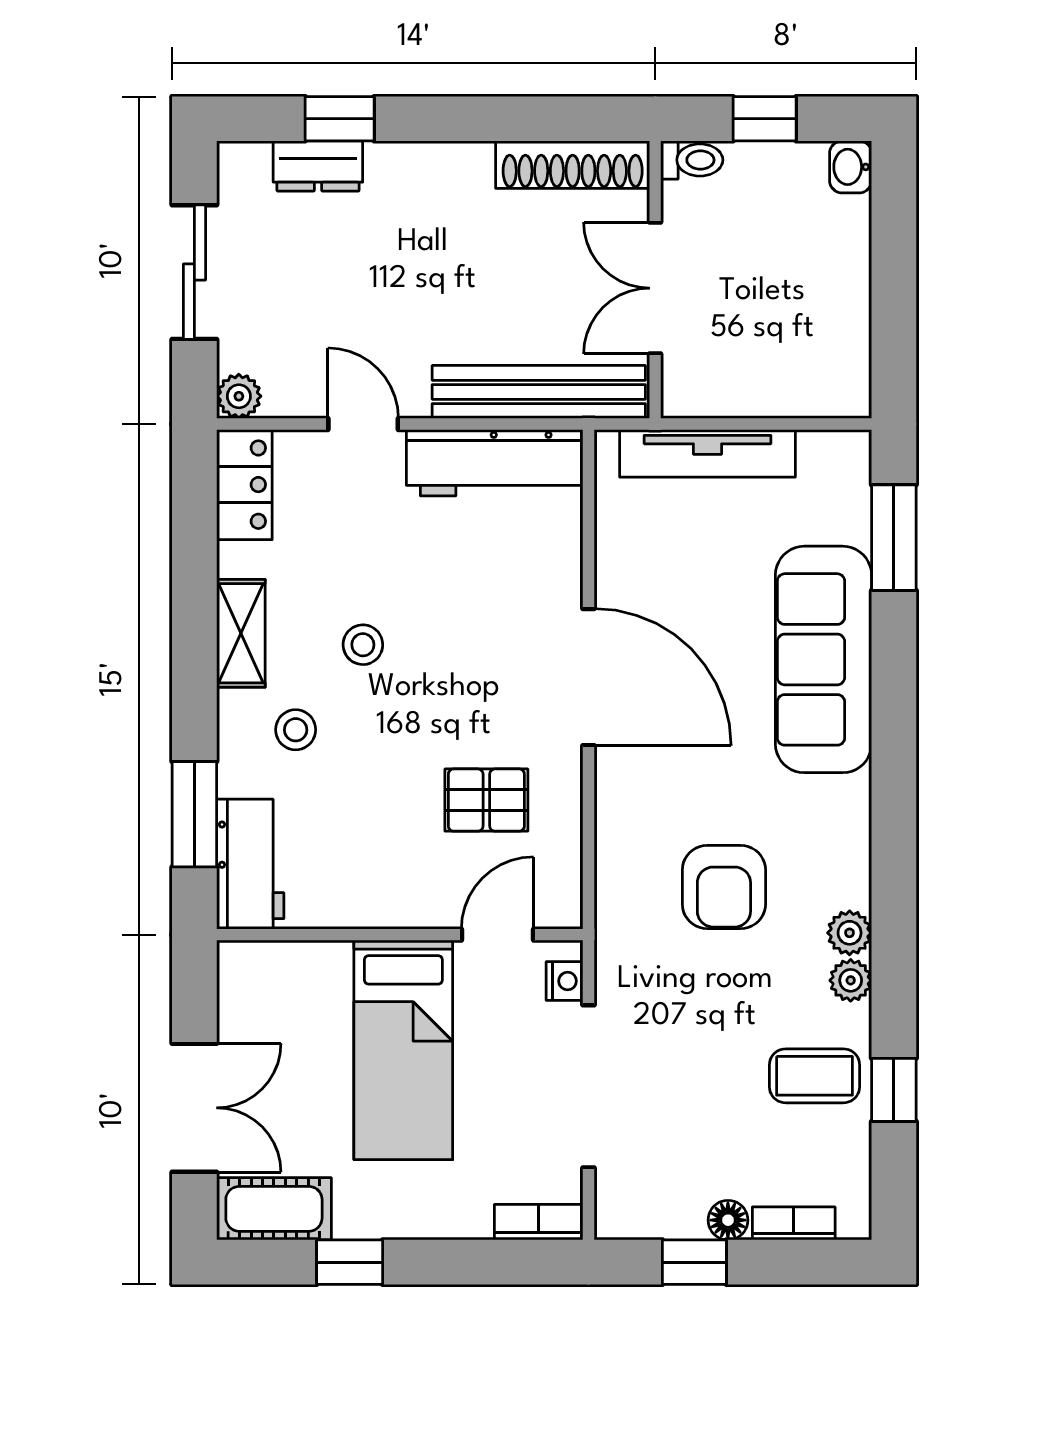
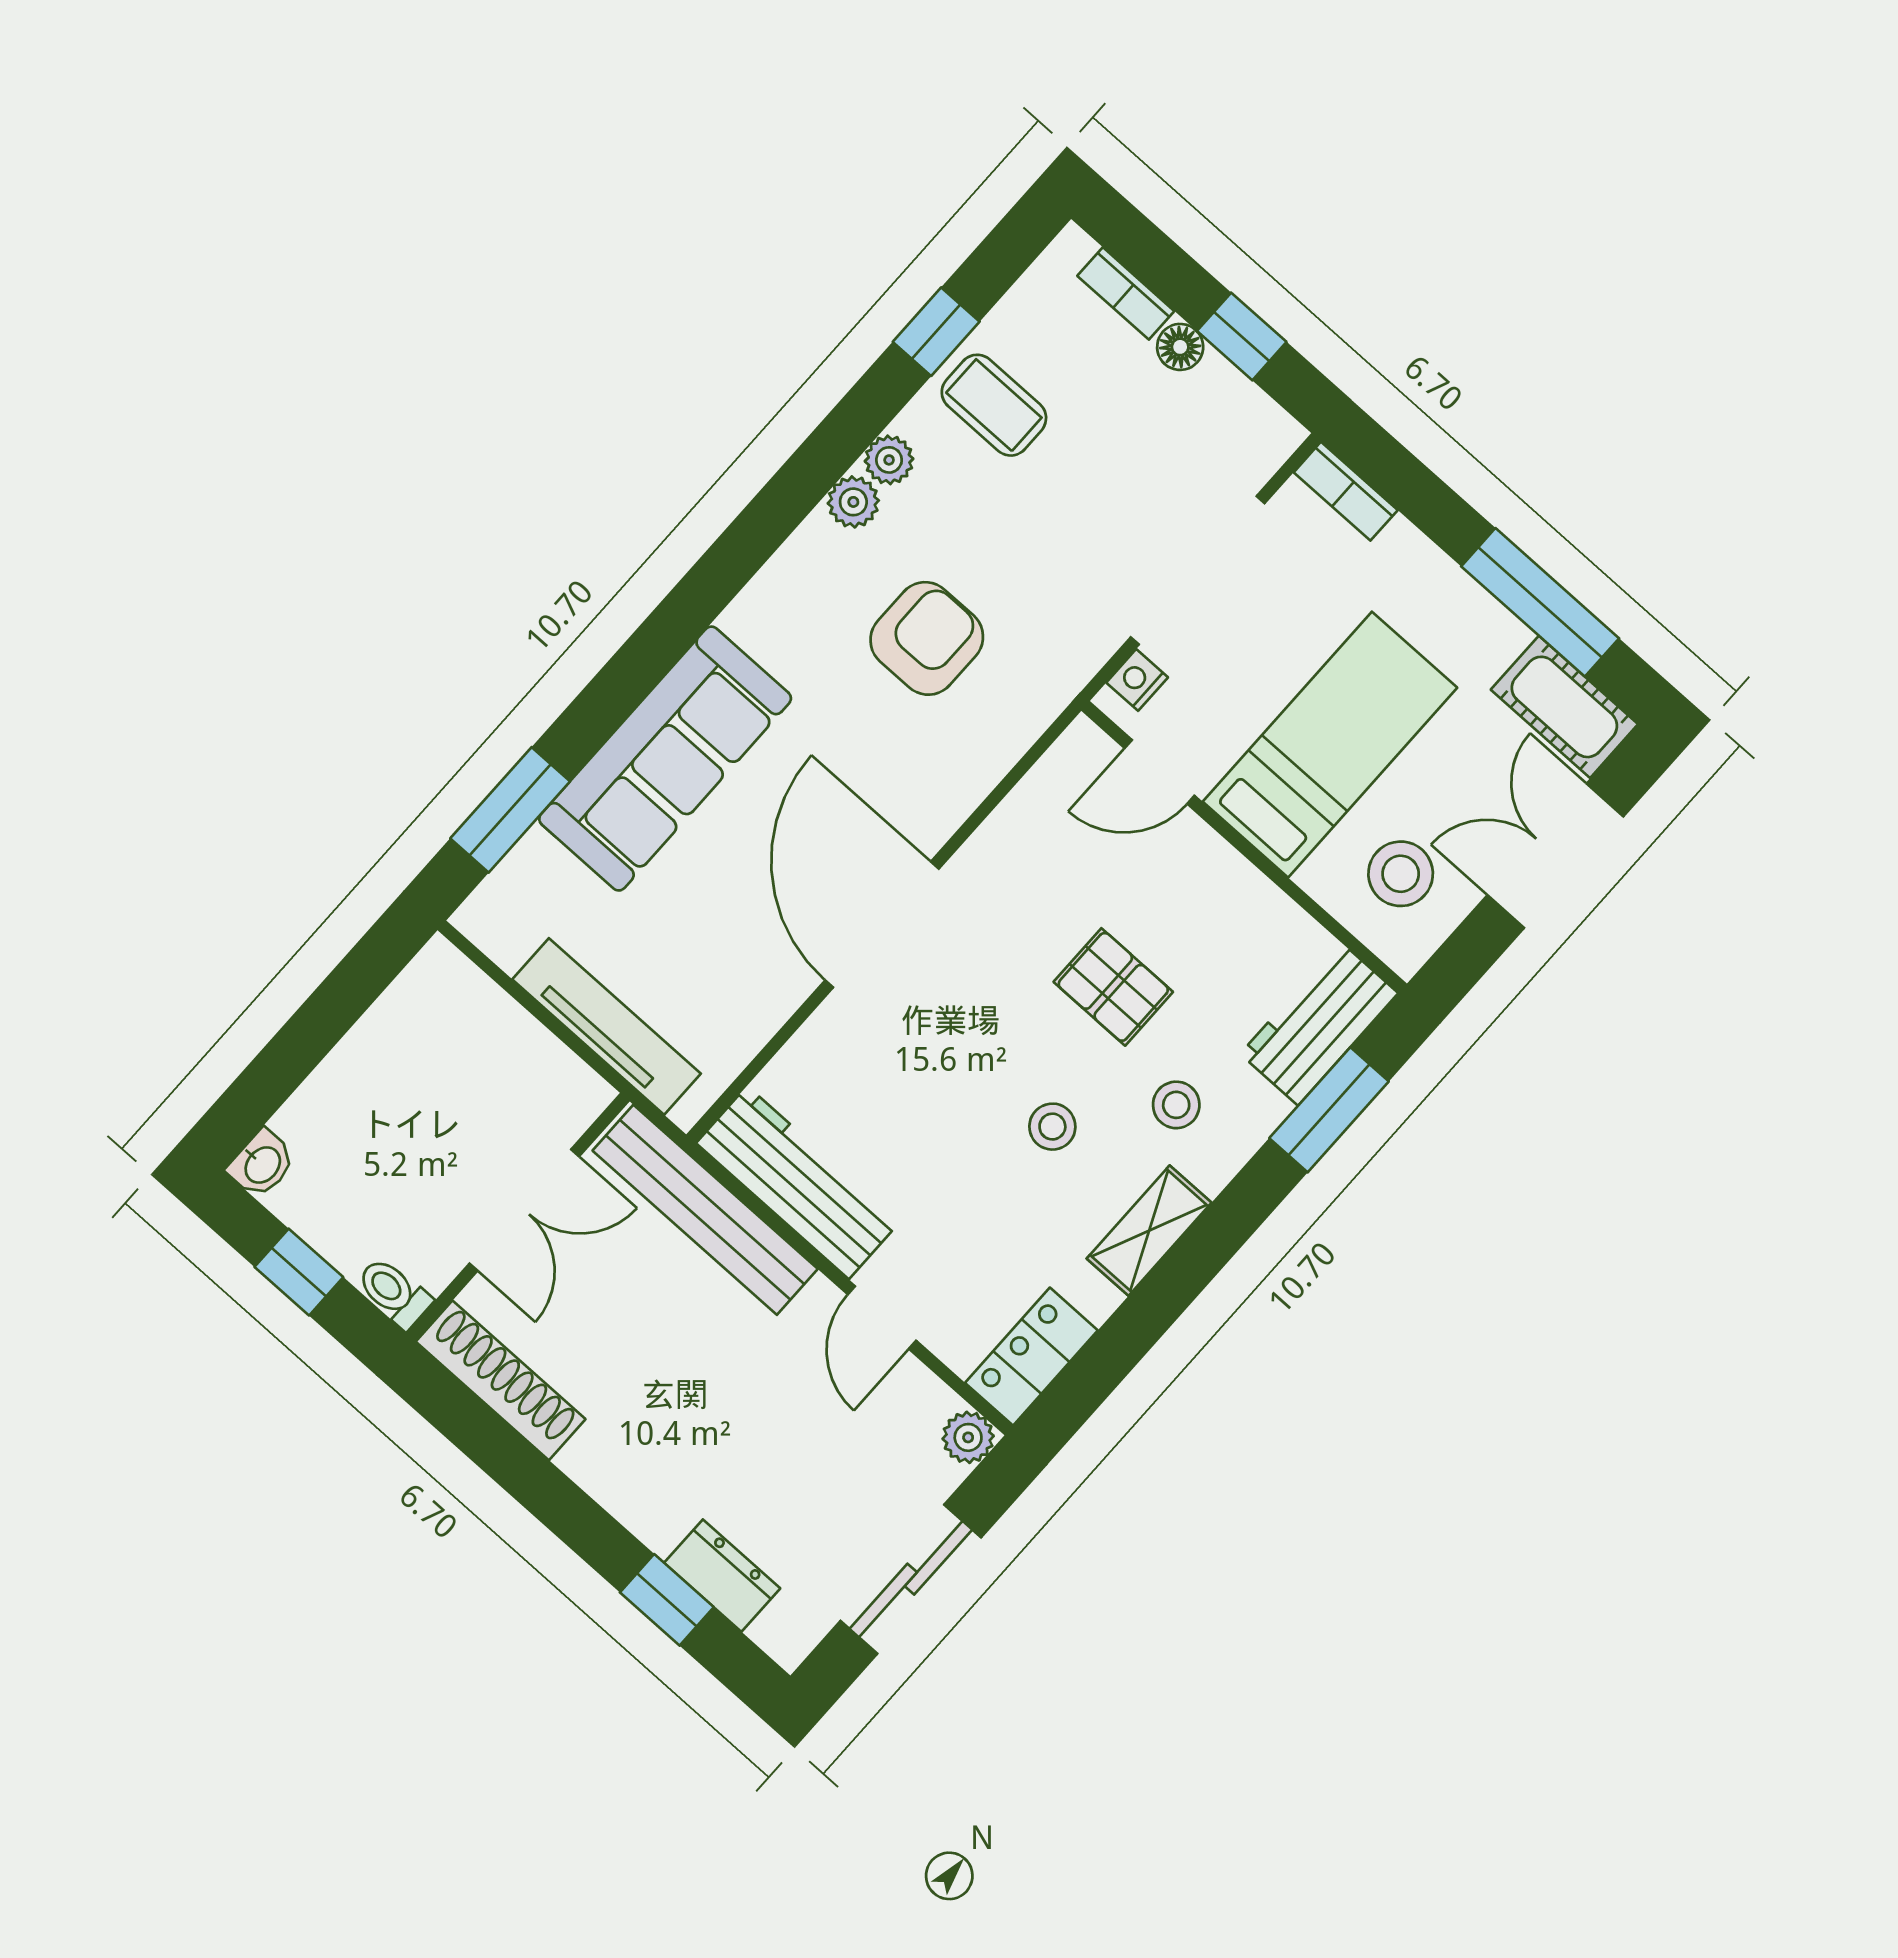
pallet: (486, 800) -> (1113, 987), moved
stool: (284, 1007) -> (1401, 874), added
window: (350, 1262) -> (1540, 602), width x2.17

